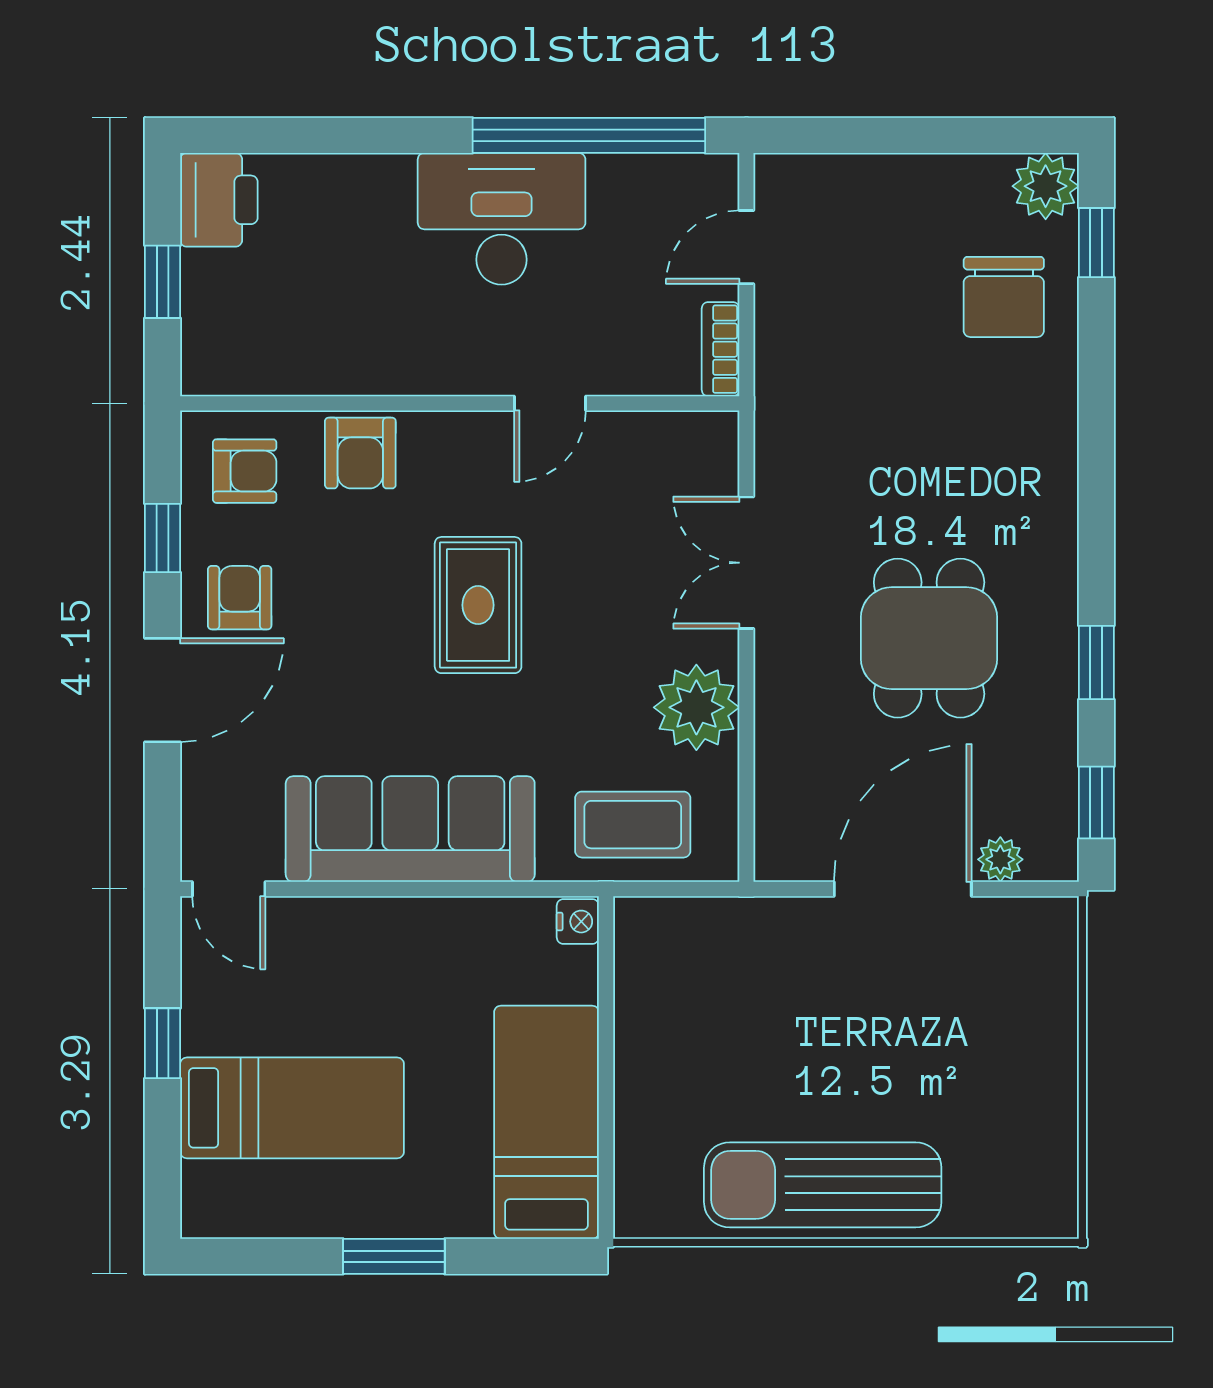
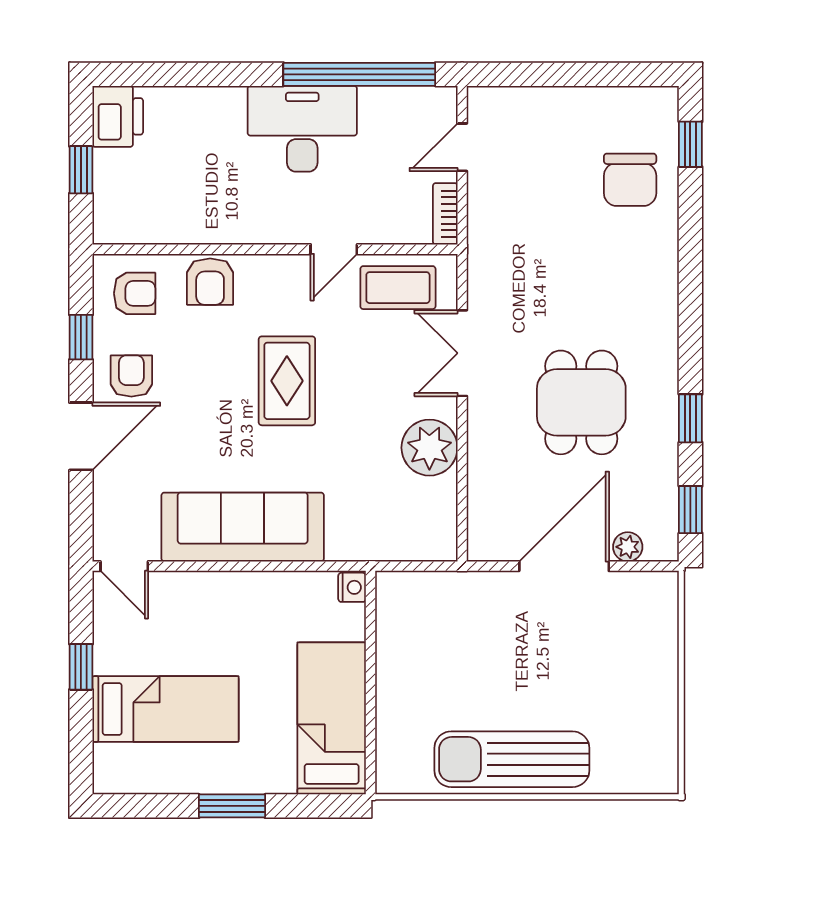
plant: (1046, 186) -> (657, 107), removed
coffee table: (633, 825) -> (398, 288), moved

